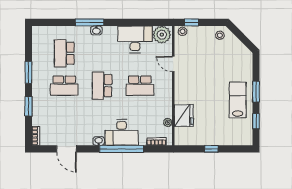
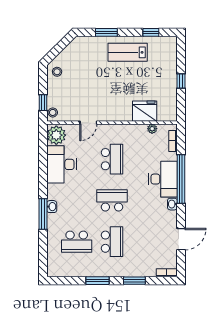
school desk: (102, 86) -> (112, 200), turned 180
window: (256, 92) -> (106, 32), moved

